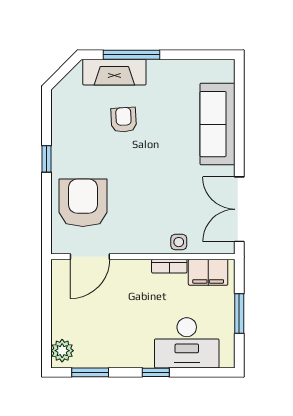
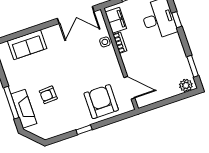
sofa: (218, 124) -> (27, 45), width x0.73
armchair: (83, 203) -> (101, 102), turned 90
window: (156, 372) -> (177, 20), moved

